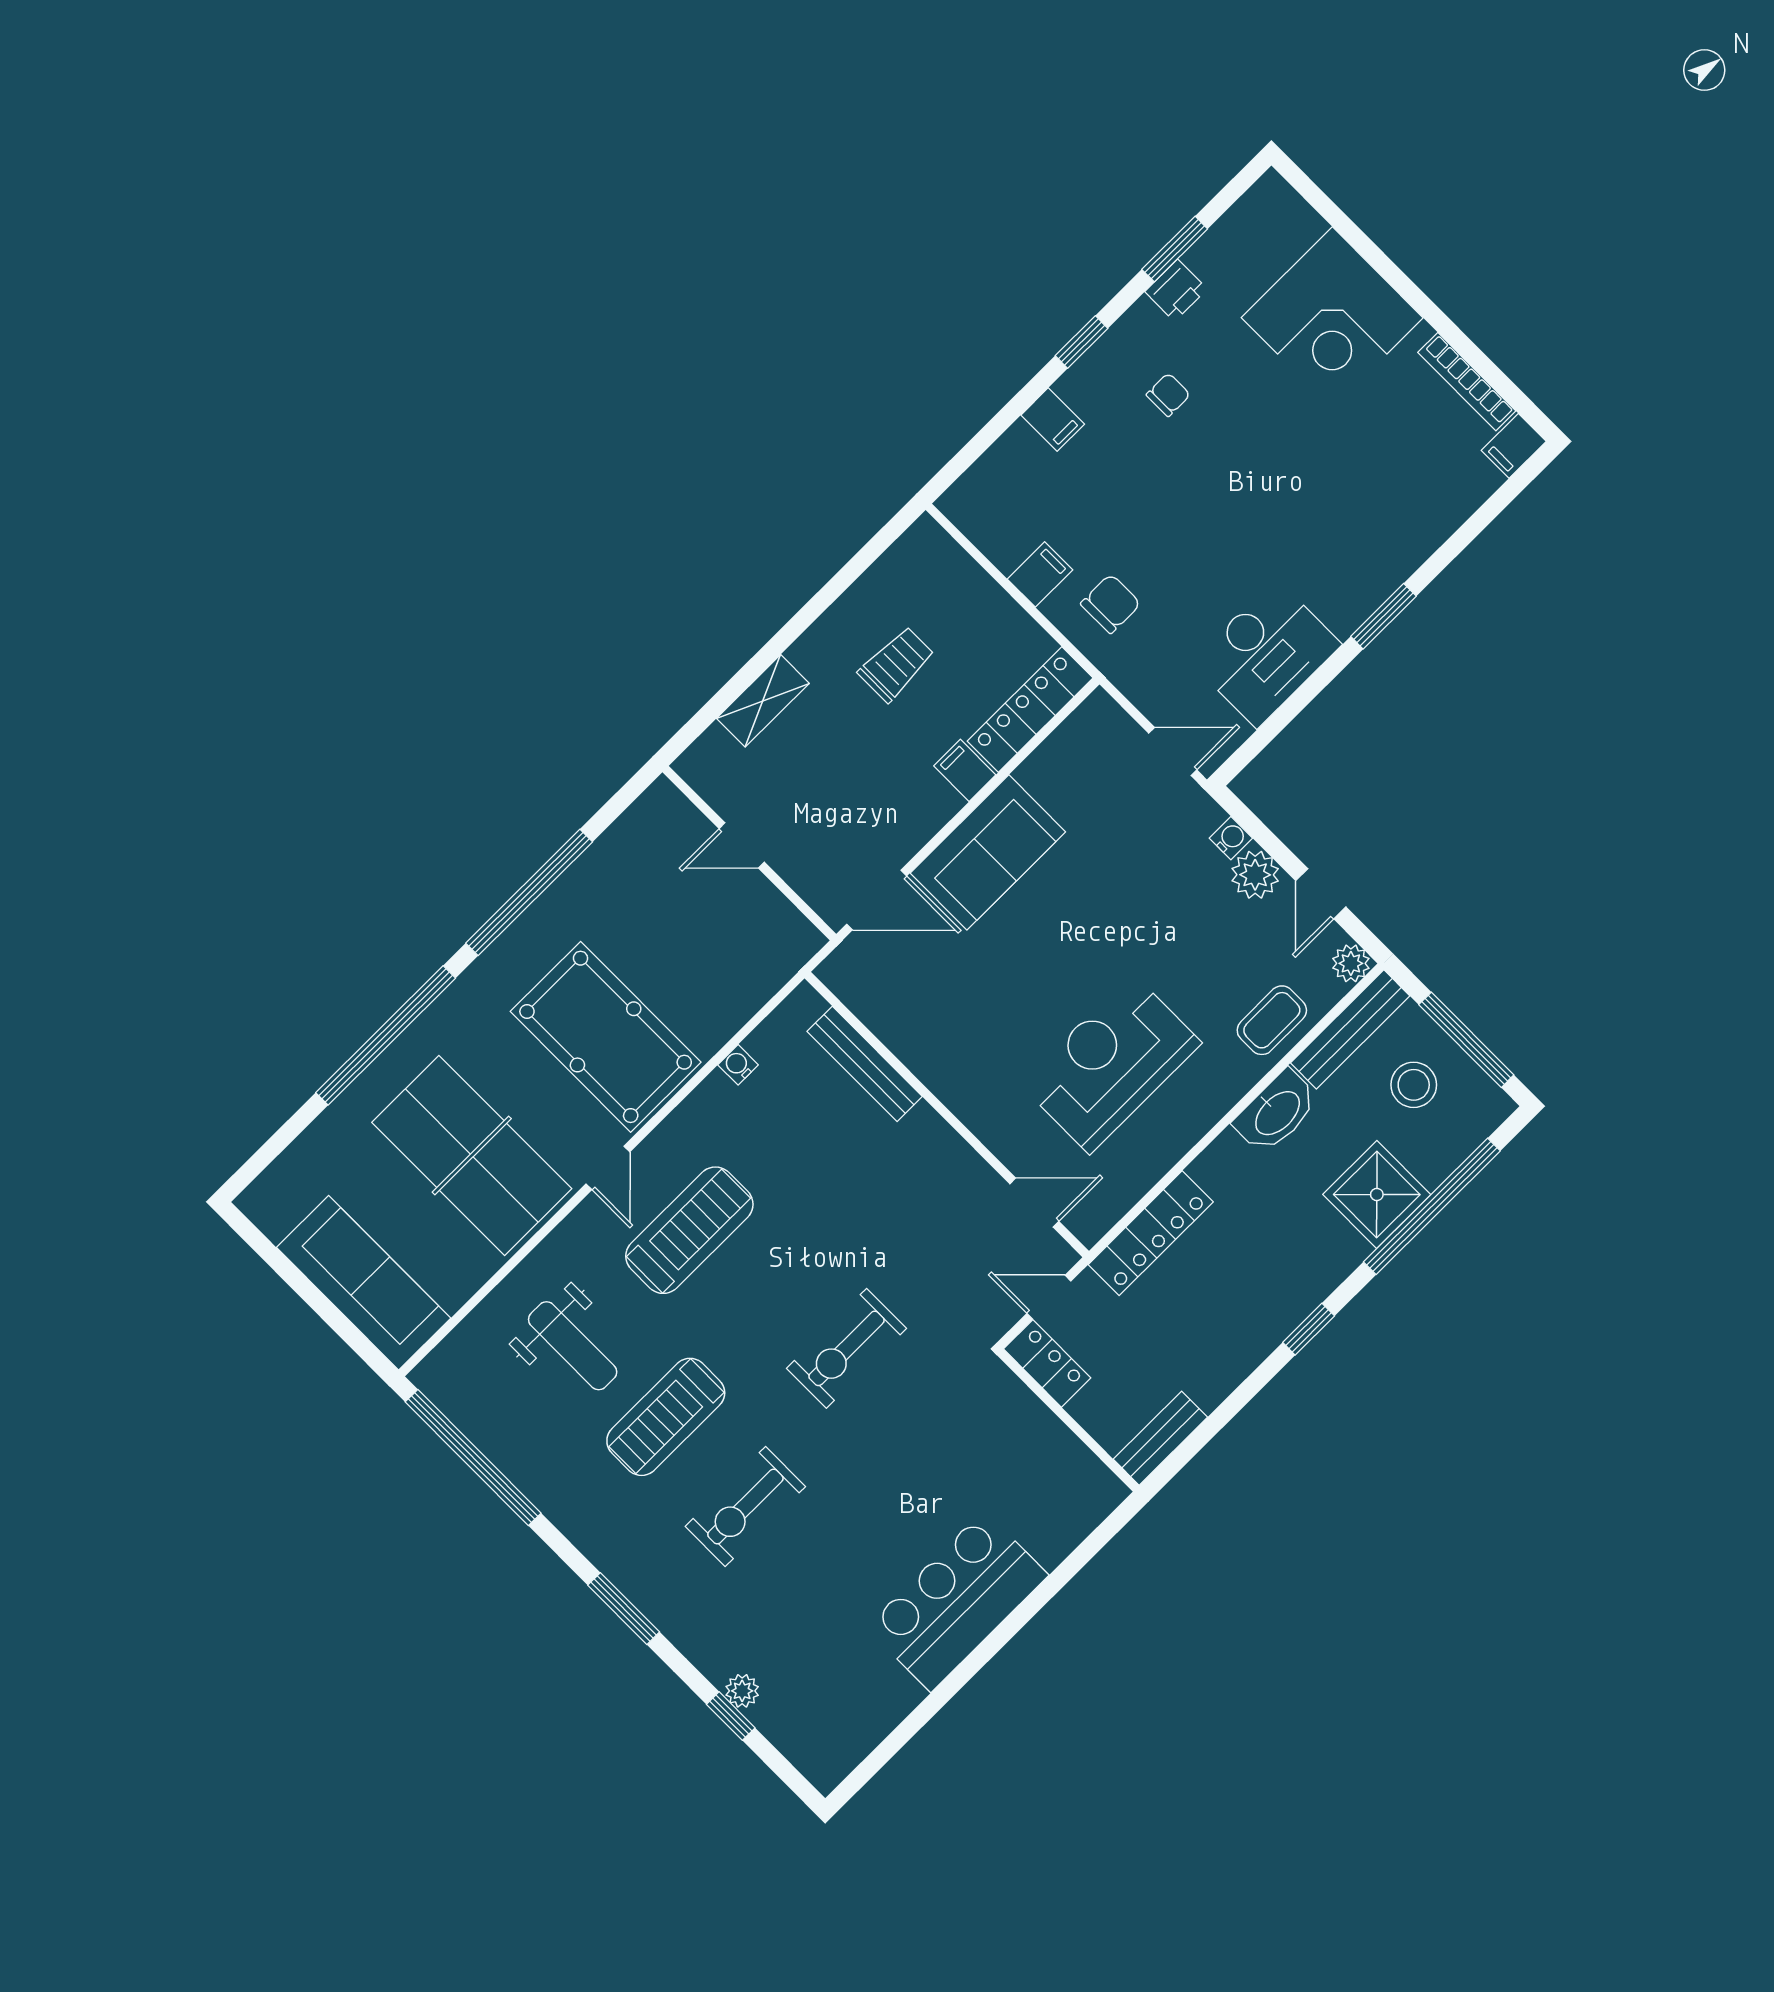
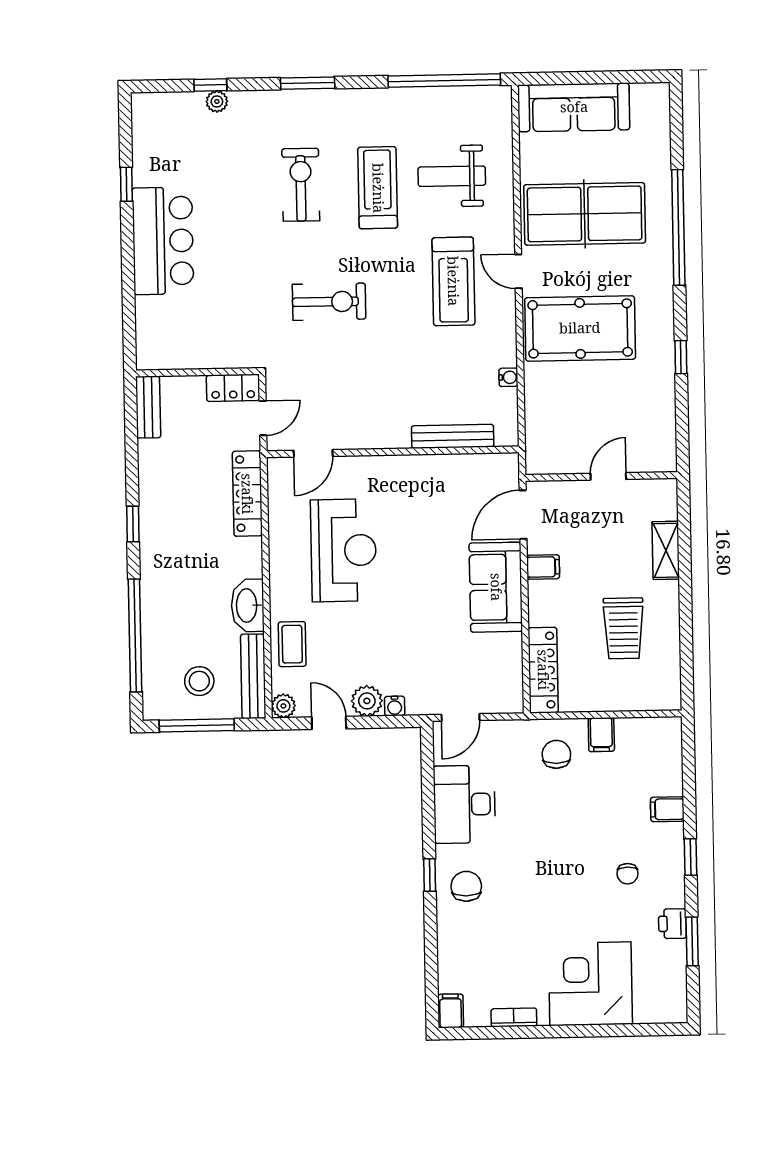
bookcase: (1467, 382) -> (514, 1017), width x0.64
chair: (1357, 563) -> (466, 886), added
chair: (1111, 604) -> (556, 754), turned 180
window: (1383, 616) -> (430, 875), width x0.67
trolley: (896, 664) -> (623, 628), width x1.36, depth x1.39
filing cabinet: (965, 770) -> (543, 567), moved
window: (529, 892) -> (681, 357), width x0.32
shower: (1377, 1195) -> (165, 615), removed
exercise bike: (847, 1348) -> (329, 302), turned 90
window: (933, 1703) -> (126, 184), added

